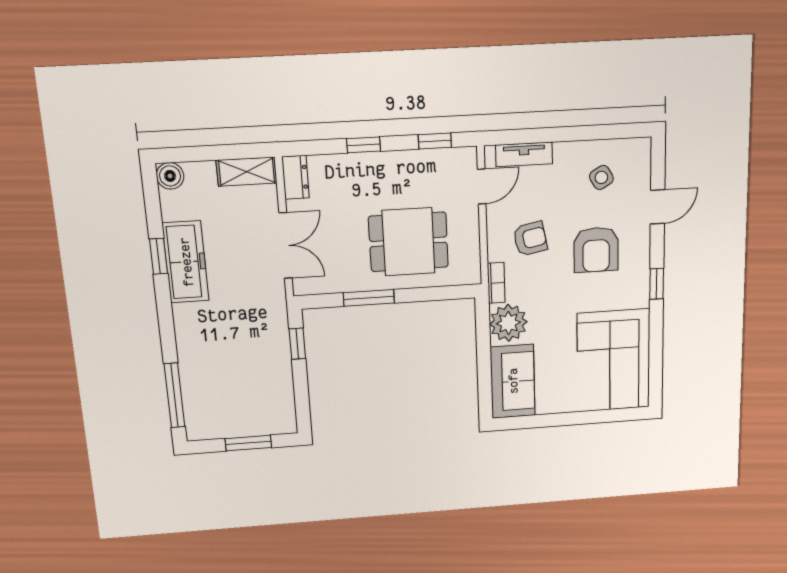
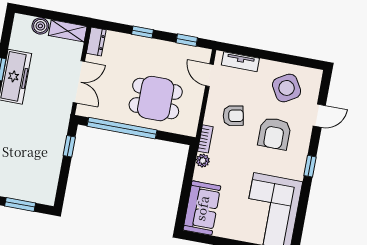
boiler: (170, 176) -> (40, 26), moved
side table: (601, 177) -> (287, 88), width x1.87, depth x1.87
door: (482, 187) -> (210, 75), swing flipped
window: (369, 298) -> (122, 128), width x2.11
plant: (508, 323) -> (203, 161), width x0.53, depth x0.53

